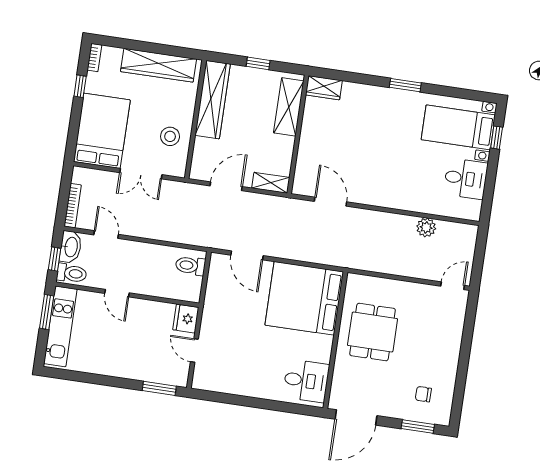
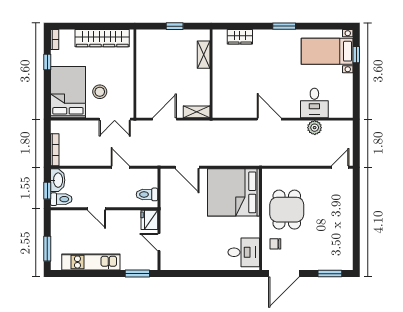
wardrobe: (324, 88) -> (240, 37), moved
wardrobe: (213, 100) -> (145, 57), removed
shelving: (289, 107) -> (204, 55), width x0.67, depth x0.75
stool: (170, 136) -> (100, 92), moved
double door: (141, 174) -> (115, 119), moved
desk: (466, 179) -> (314, 103), moved, turned 90
door: (331, 202) -> (269, 119), moved
door: (106, 235) -> (120, 167), moved
toilet: (190, 266) -> (147, 194), moved
window: (47, 312) -> (47, 249), moved
kitchen unit: (60, 326) -> (91, 262), moved, turned -90
chair: (423, 394) -> (275, 244), moved

